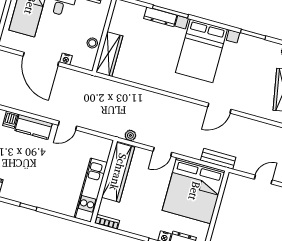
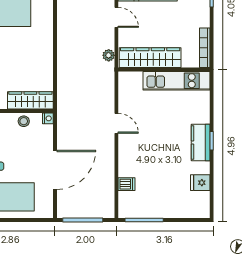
nightstand: (66, 59) -> (48, 118), moved
kitchen counter: (34, 127) -> (201, 143), moved, turned 180
bookcase: (107, 222) -> (205, 48), width x1.56

